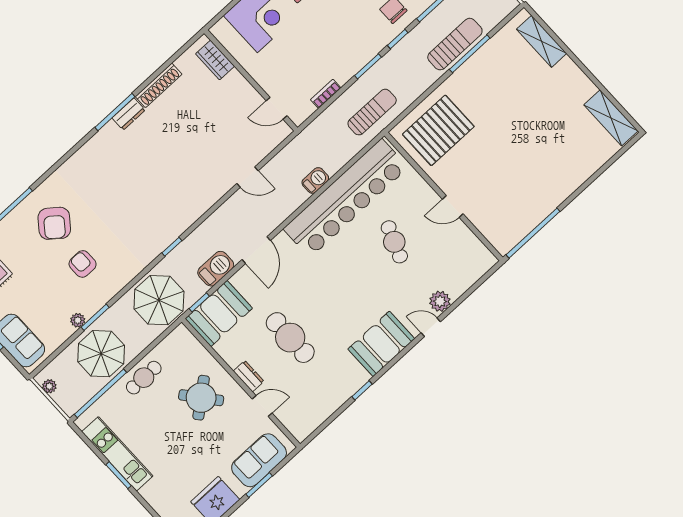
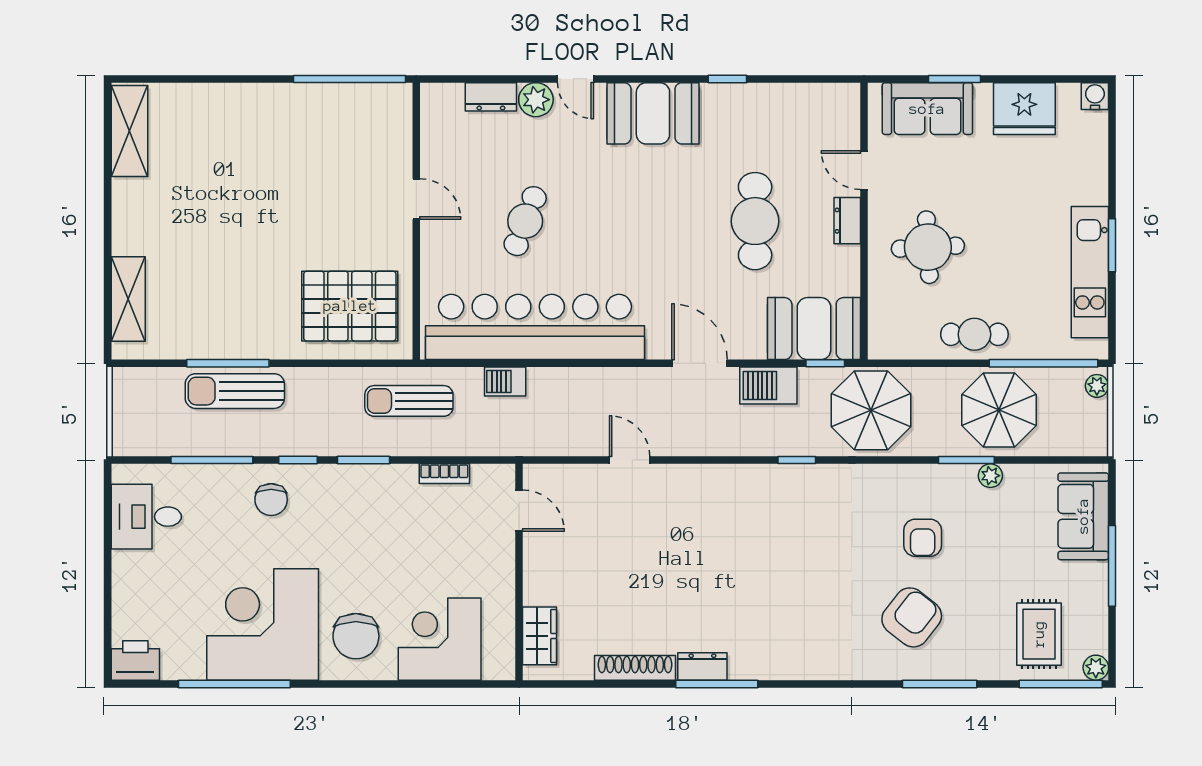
barbecue: (315, 180) -> (505, 382), moved
door: (256, 250) -> (699, 363), hinge flipped
dresser: (462, 284) -> (491, 97), added
plant: (49, 386) -> (1097, 386), moved
round table: (201, 398) -> (928, 247), turned 36

